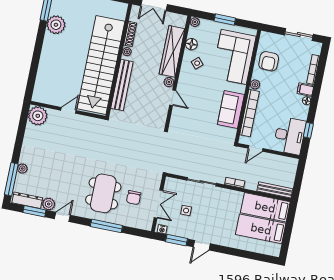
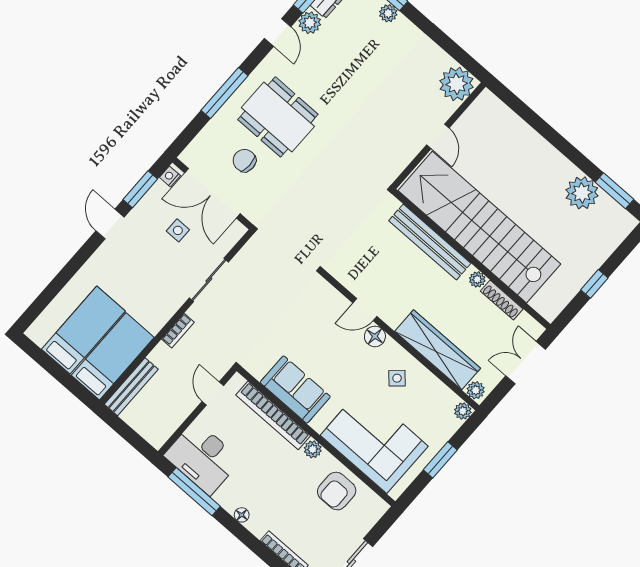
floor lamp: (191, 44) -> (375, 336), moved
armchair: (269, 61) -> (337, 491), turned -90
plant: (169, 82) -> (476, 390), moved
filing cabinet: (305, 90) -> (260, 523), removed
window: (308, 130) -> (194, 492), width x2.17
double door: (158, 204) -> (212, 193), width x1.37

